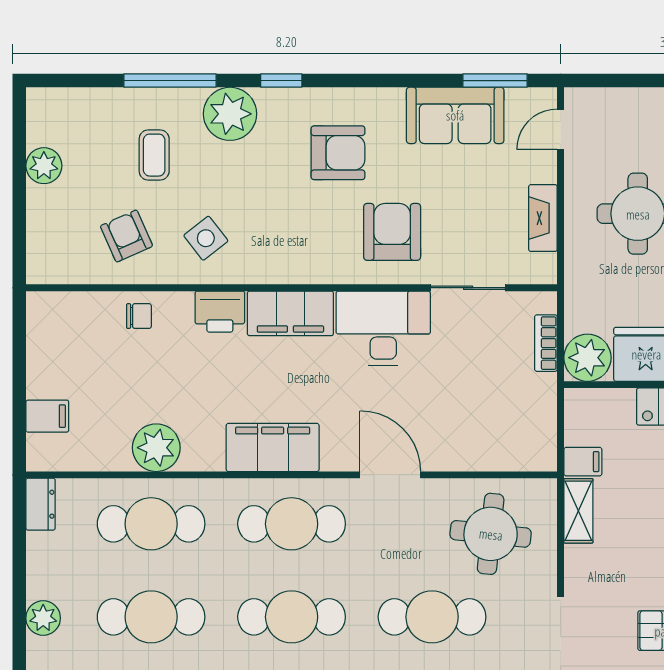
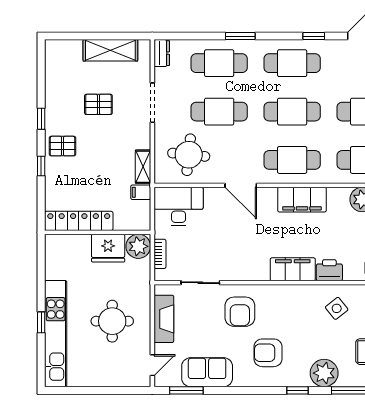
fireplace: (543, 218) -> (164, 319), width x1.37, depth x1.32
desk: (383, 328) -> (179, 206), moved, turned 180

